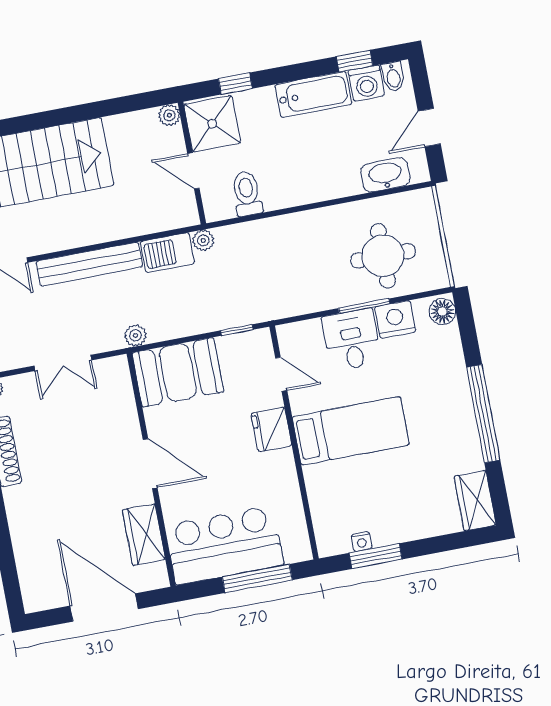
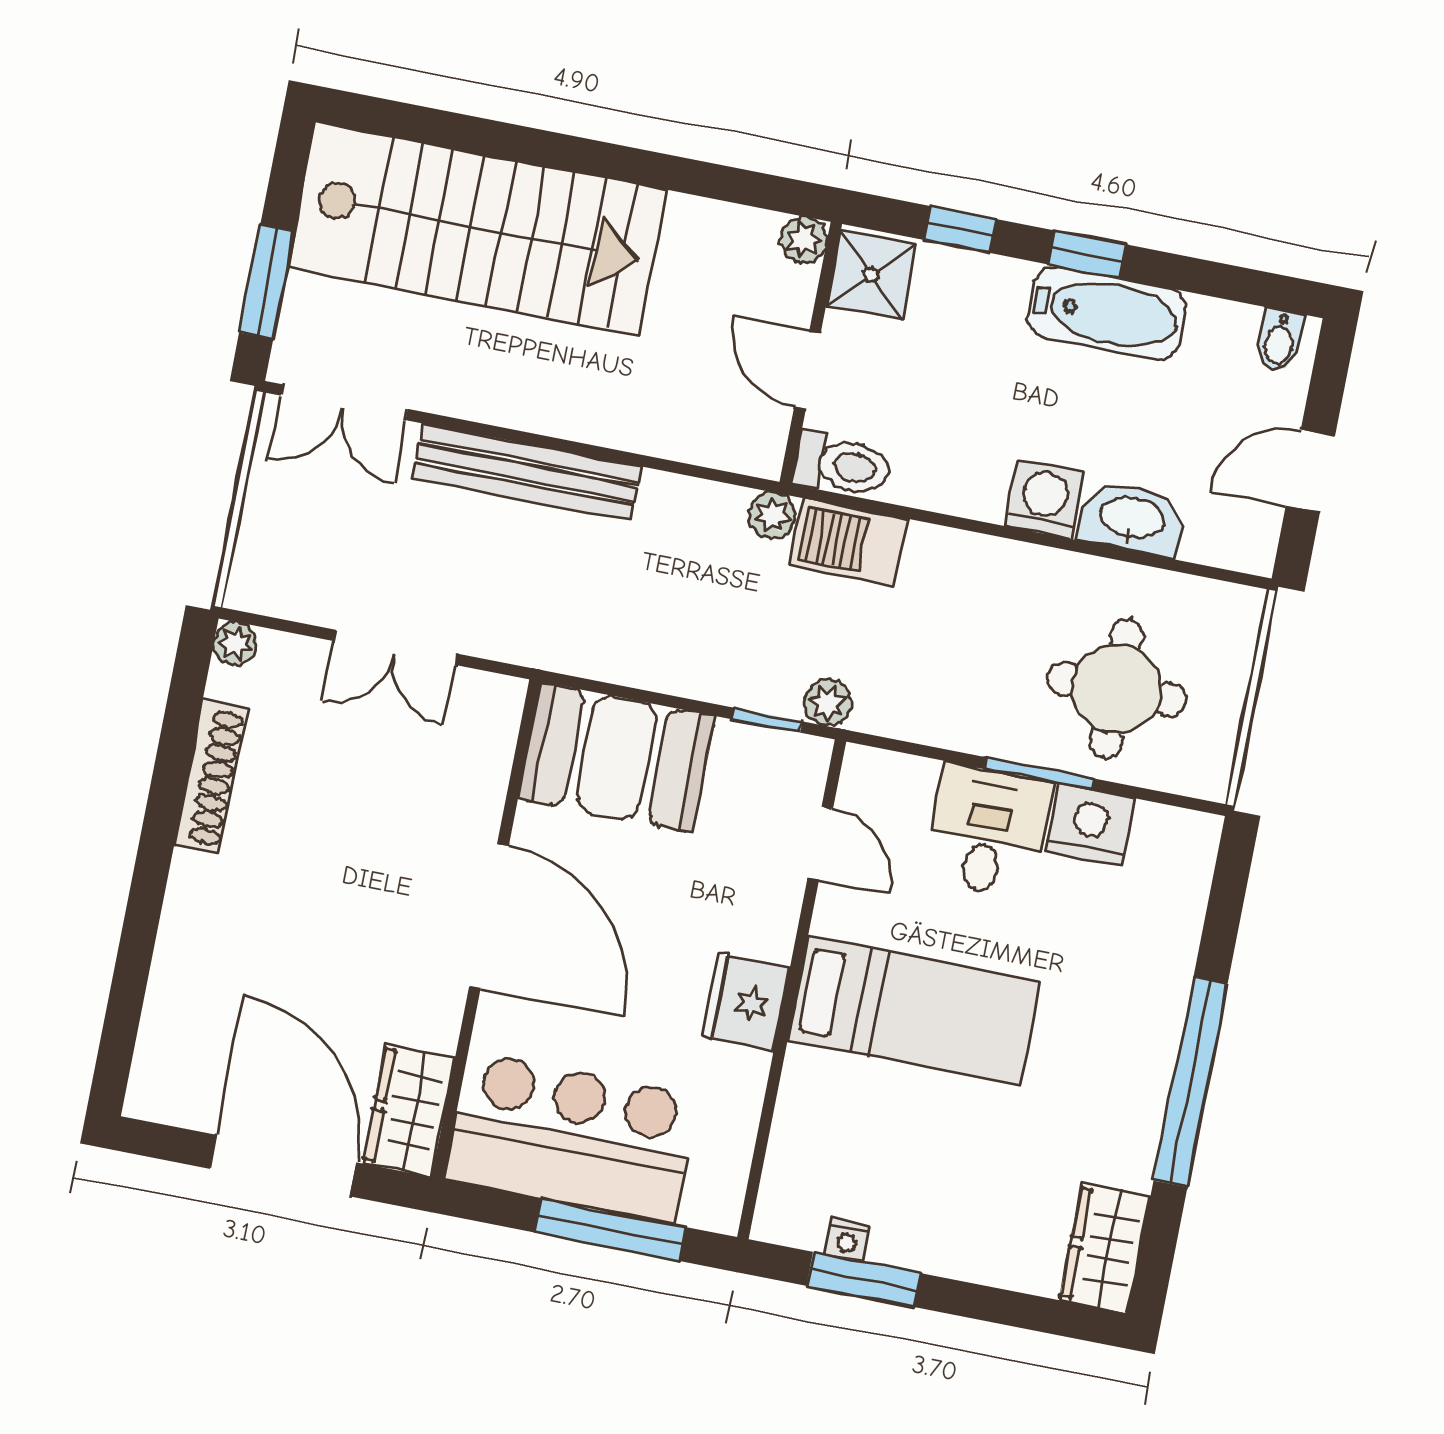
window: (355, 61) -> (1087, 254), moved
washing machine: (366, 83) -> (1045, 500), moved, turned 180
shower: (212, 124) -> (871, 274), width x0.73, depth x0.73
washbasin: (385, 175) -> (1132, 519), moved
toilet: (247, 194) -> (842, 465), moved, turned 90
barbecue: (167, 253) -> (848, 542), moved
floor lamp: (442, 311) -> (1190, 847), removed
plant: (135, 335) -> (828, 702), moved
fridge: (271, 429) -> (746, 1003), moved
door: (150, 464) -> (489, 916), width x1.36
wardrobe: (144, 535) -> (409, 1110), moved

